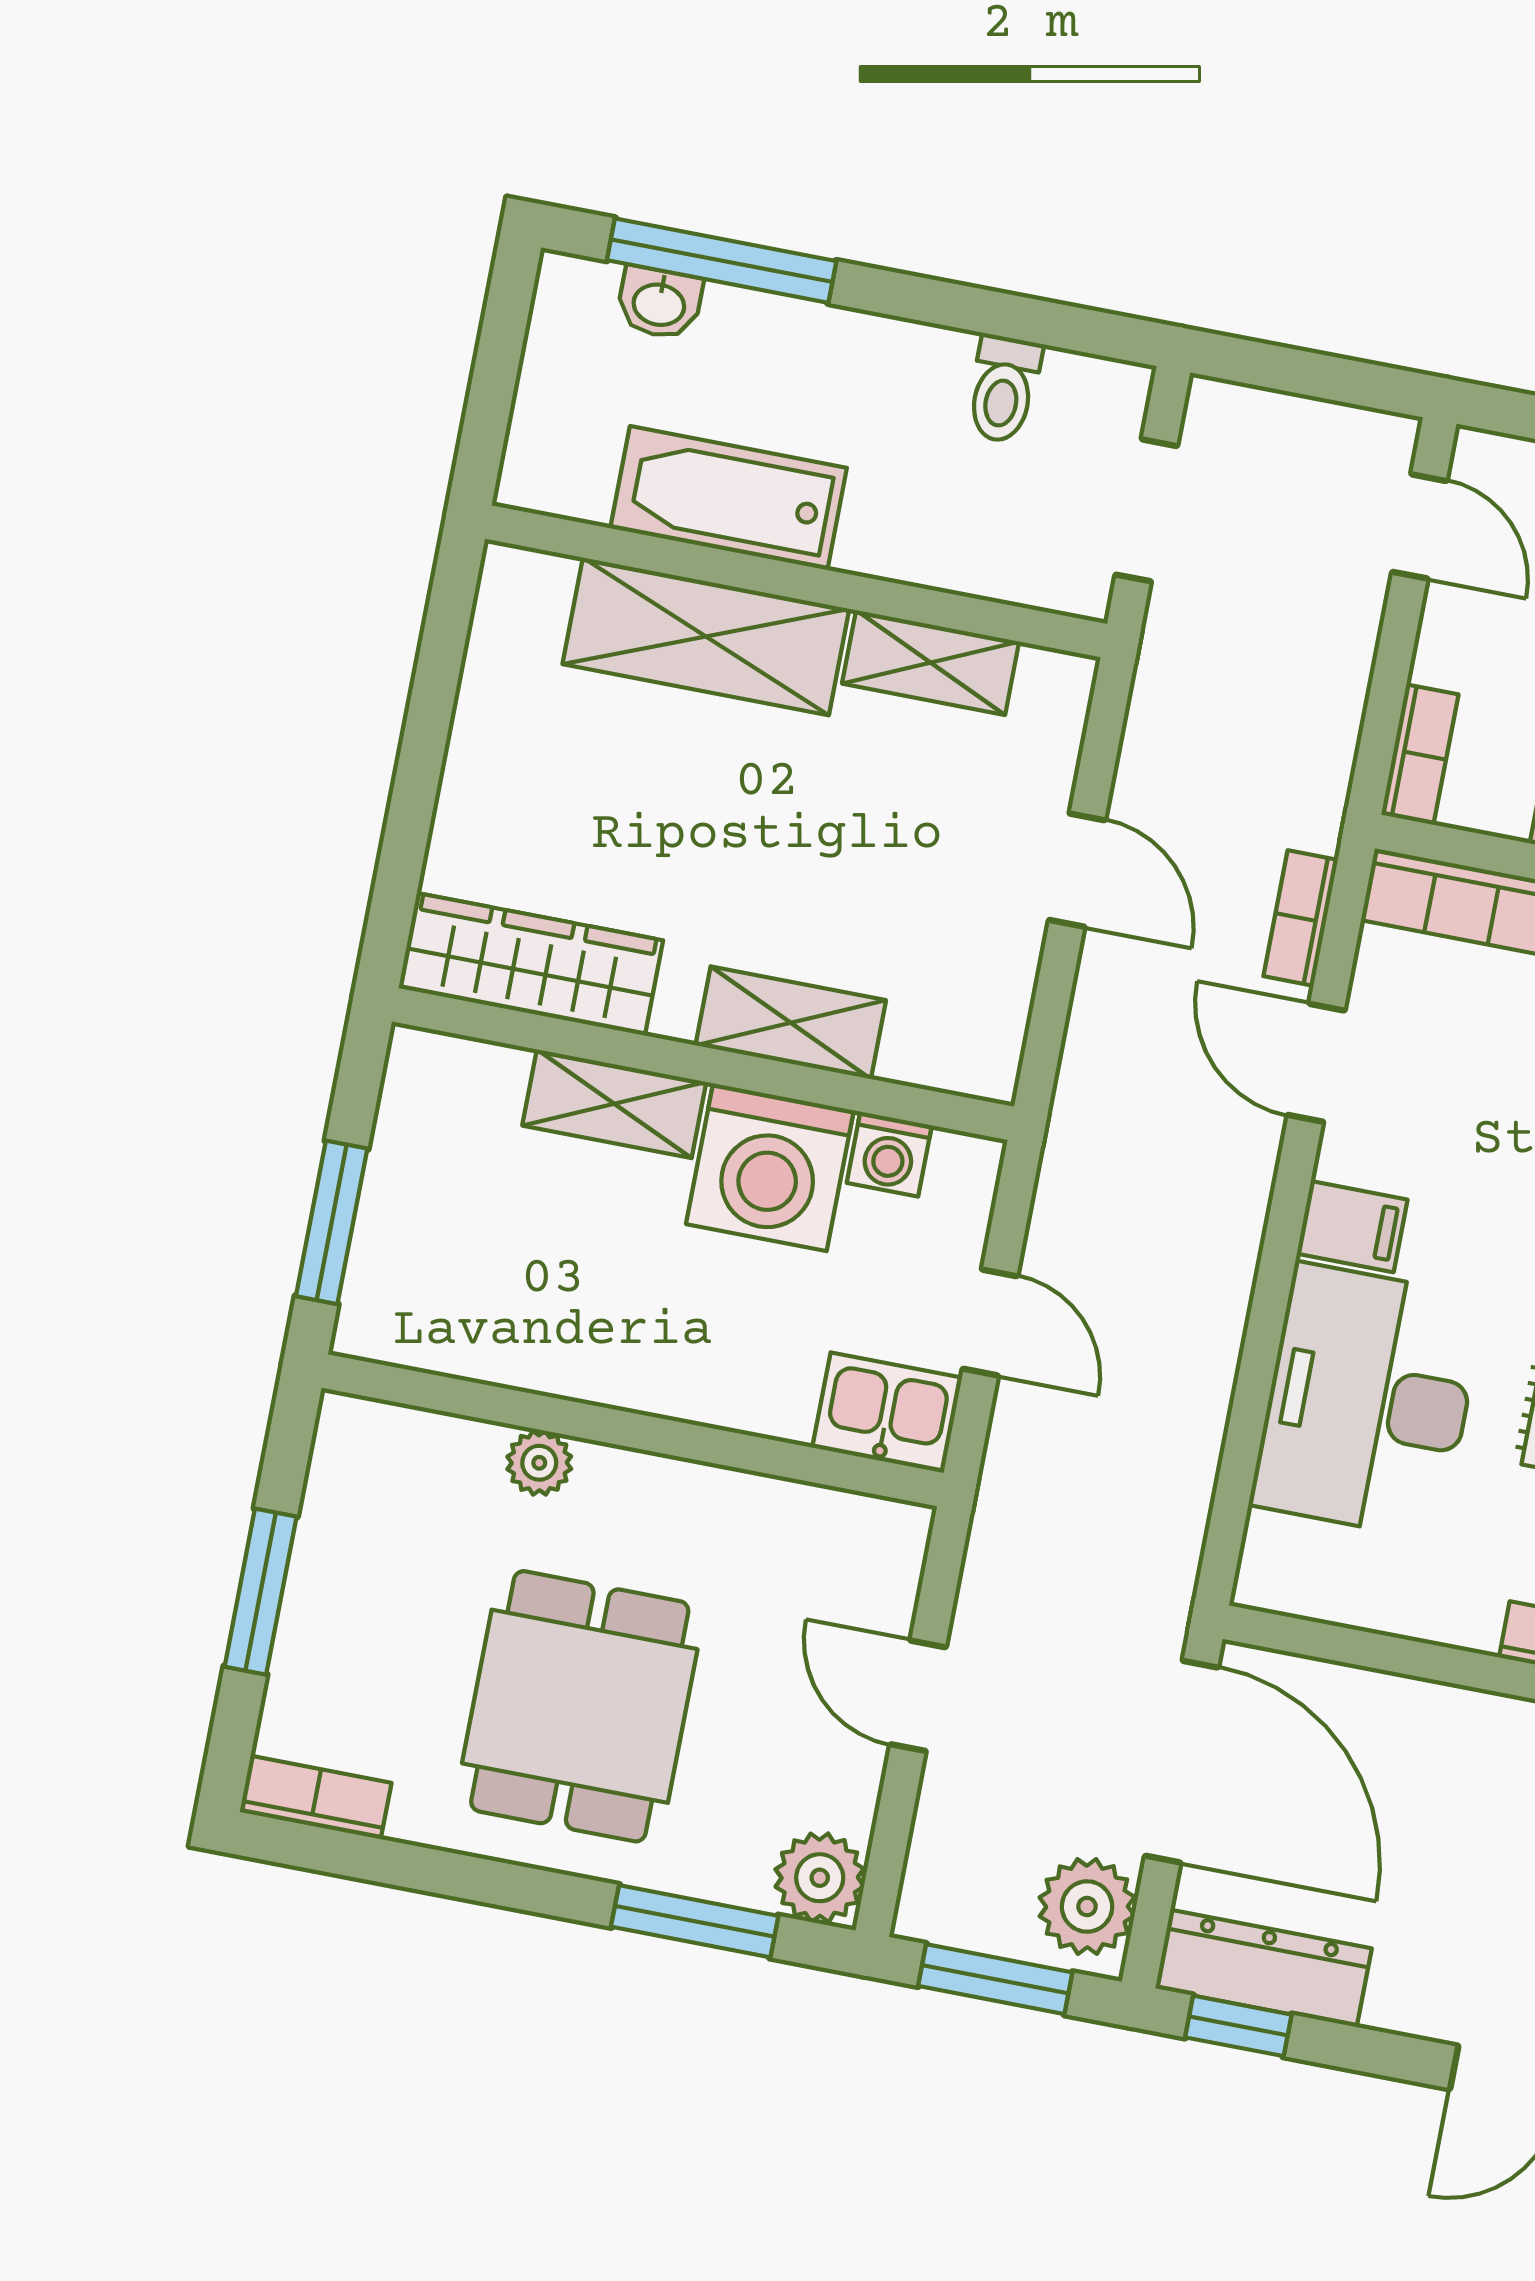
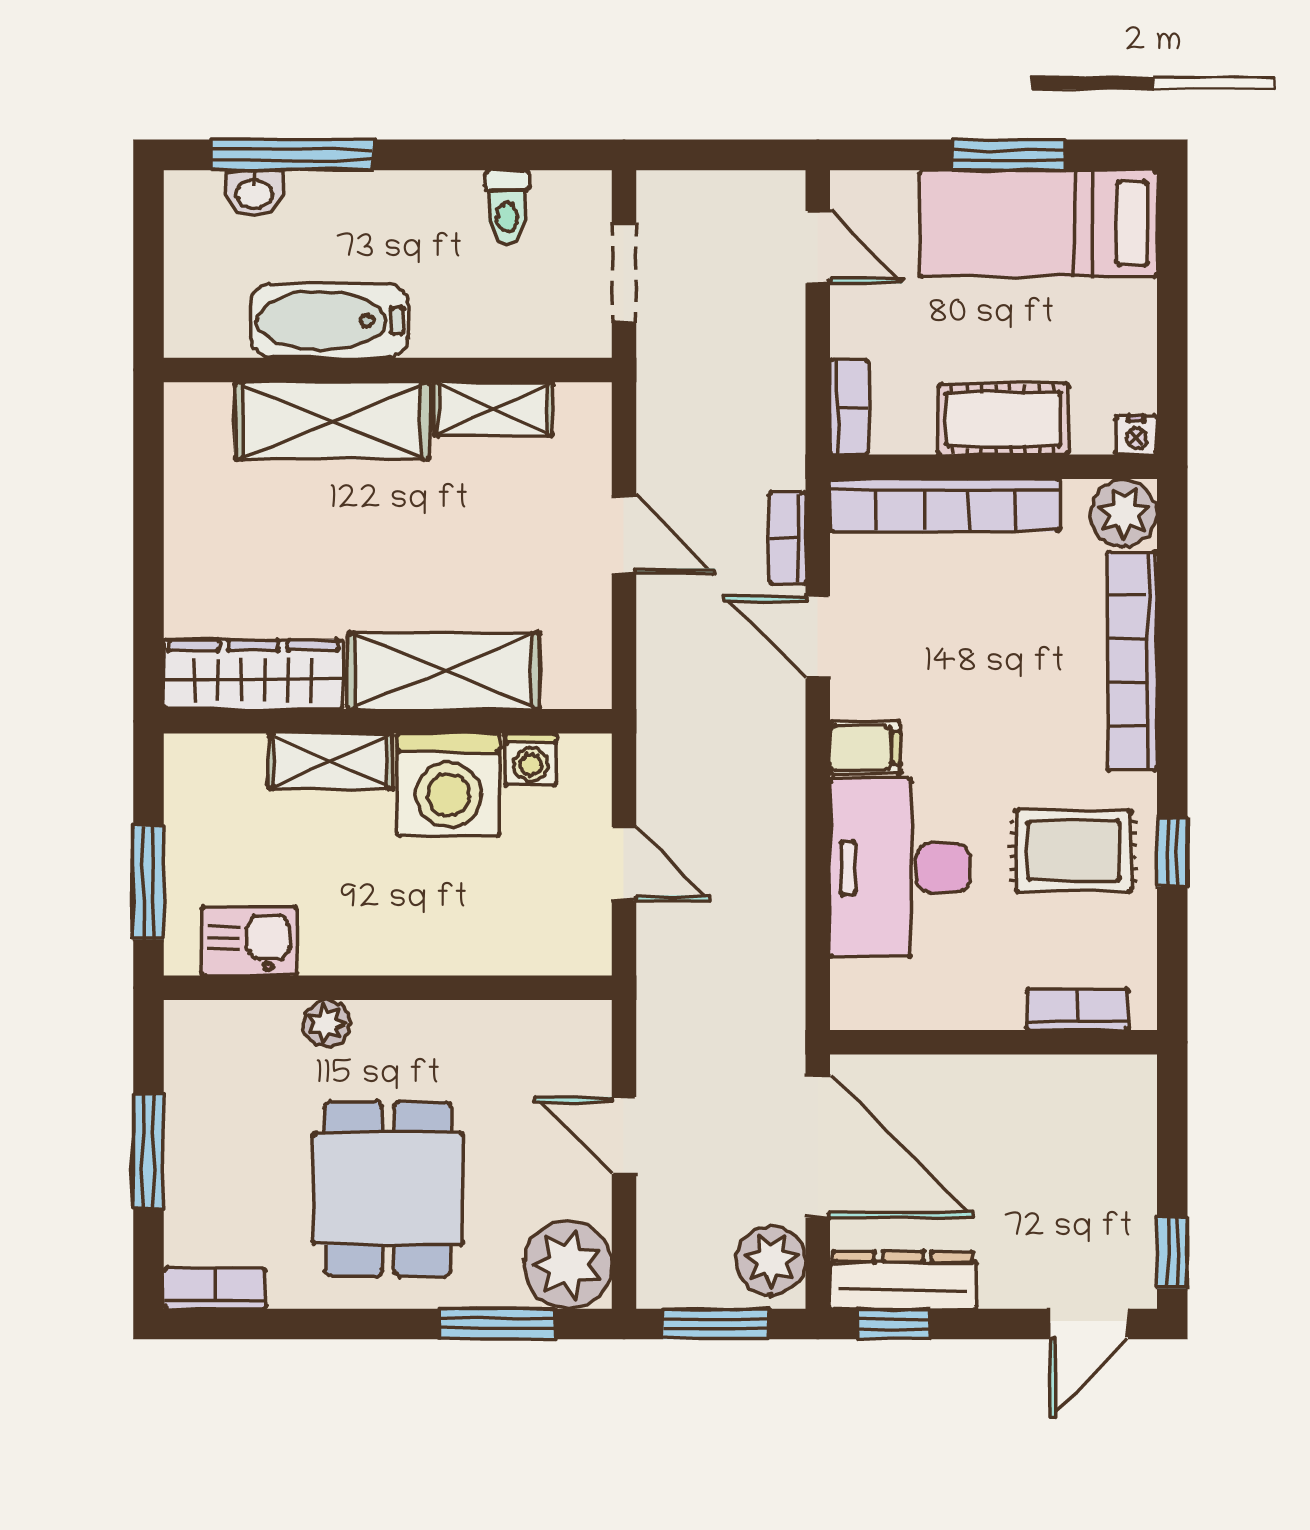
shelving: (791, 1023) -> (444, 671), width x1.50, depth x1.33
kitchen sink: (887, 1413) -> (249, 941), moved
plant: (820, 1878) -> (568, 1265), width x1.36, depth x1.36

